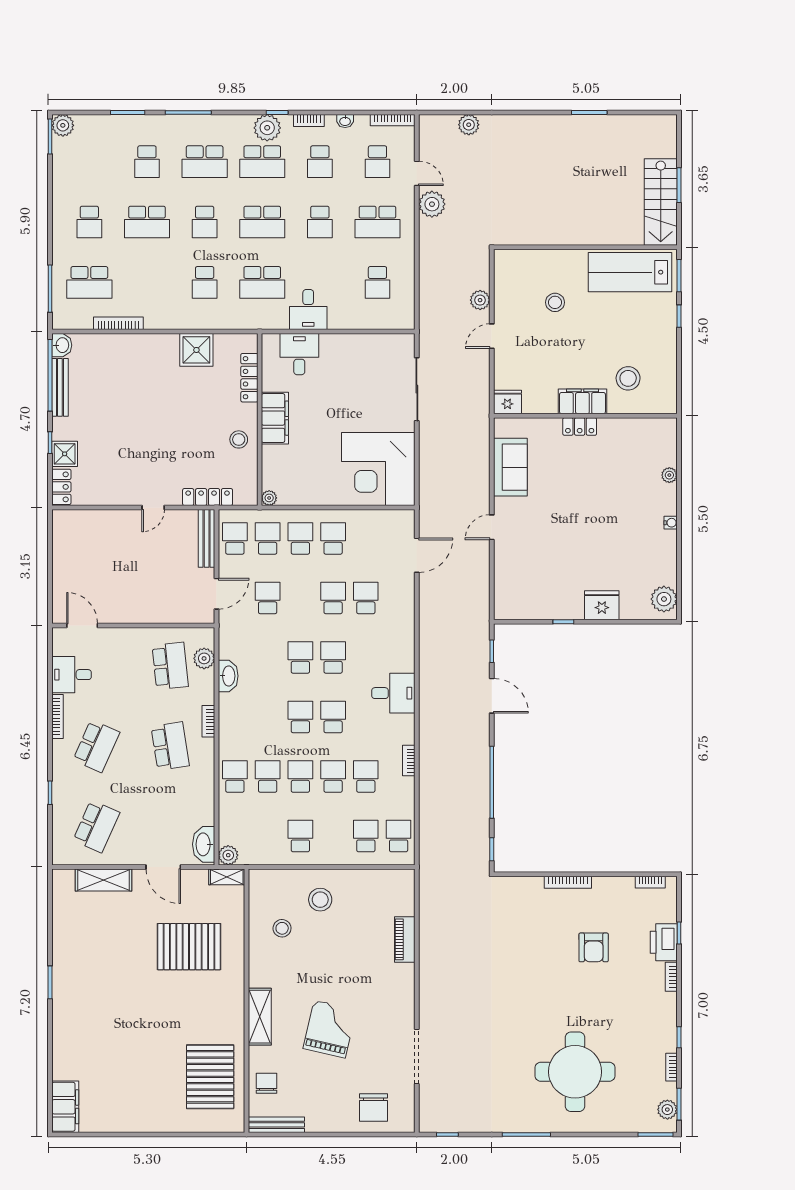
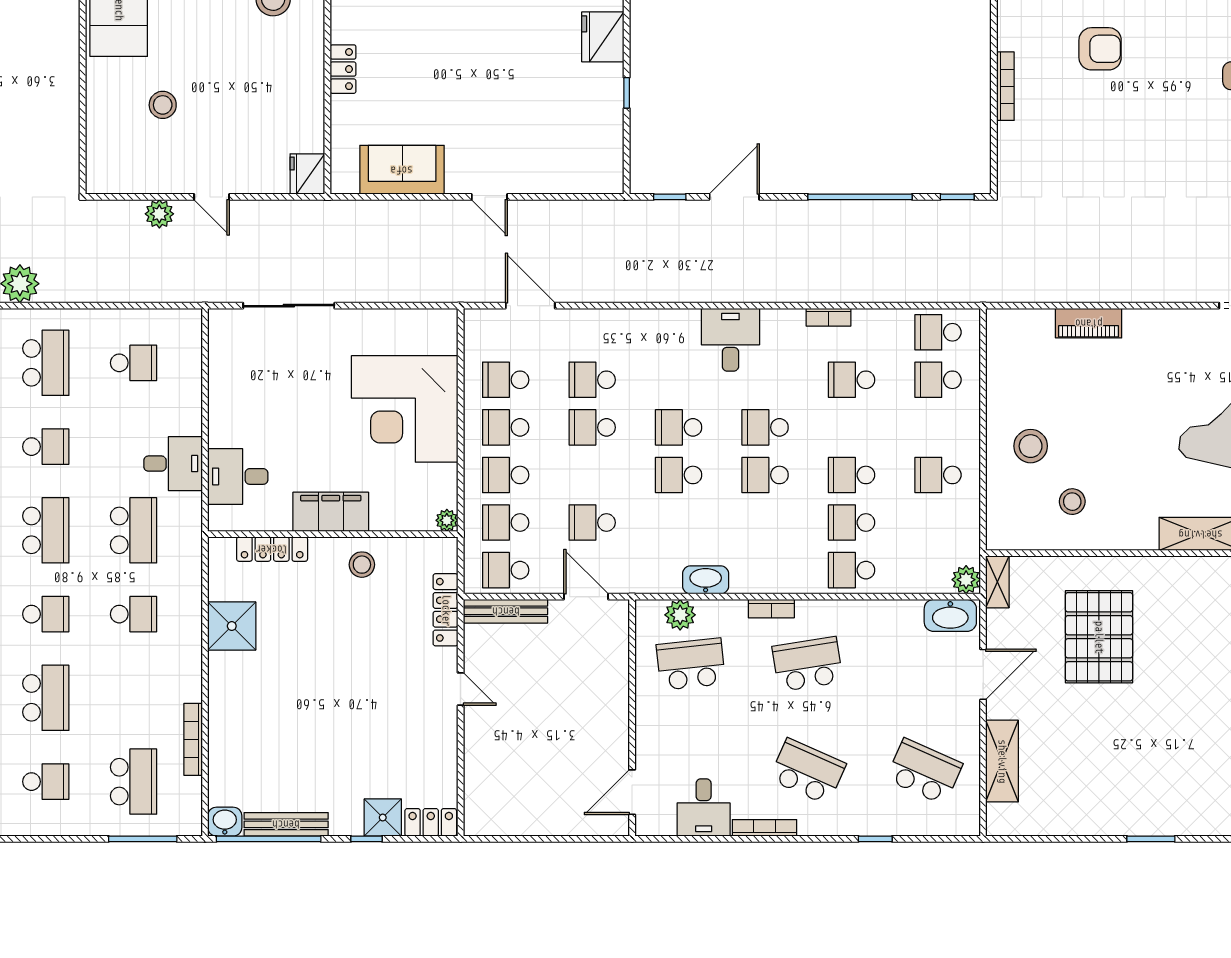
filing cabinet: (582, 401) -> (307, 65), removed
corner desk: (378, 469) -> (405, 409), moved, turned 90
school desk: (333, 776) -> (506, 380), moved

